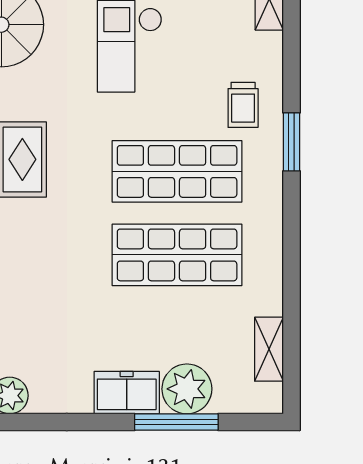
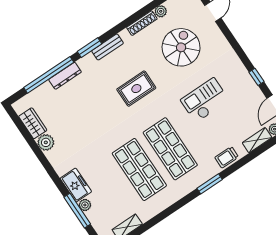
trolley: (243, 105) -> (227, 157), moved
plant: (187, 389) -> (85, 205), width x0.53, depth x0.53

